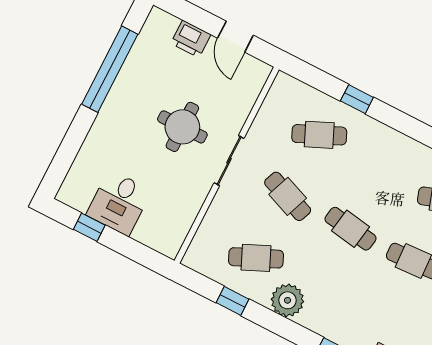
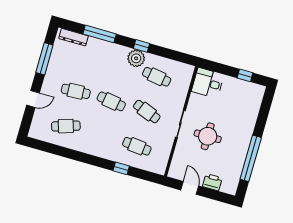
cafe table: (319, 135) -> (137, 146), turned 30
desk: (119, 203) -> (208, 83), moved, turned -90
cafe table: (256, 258) -> (157, 77), turned 33
window: (233, 301) -> (141, 46), moved

